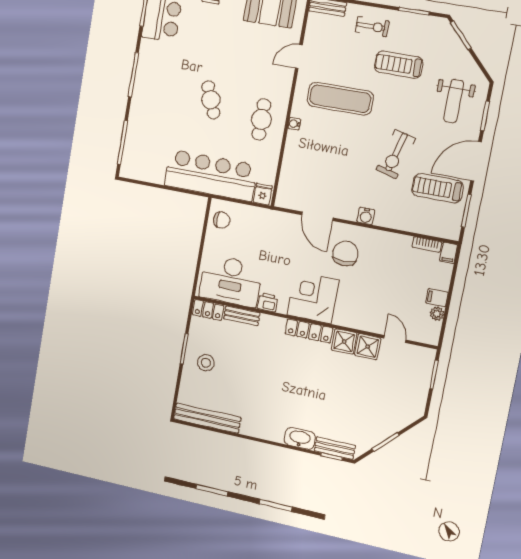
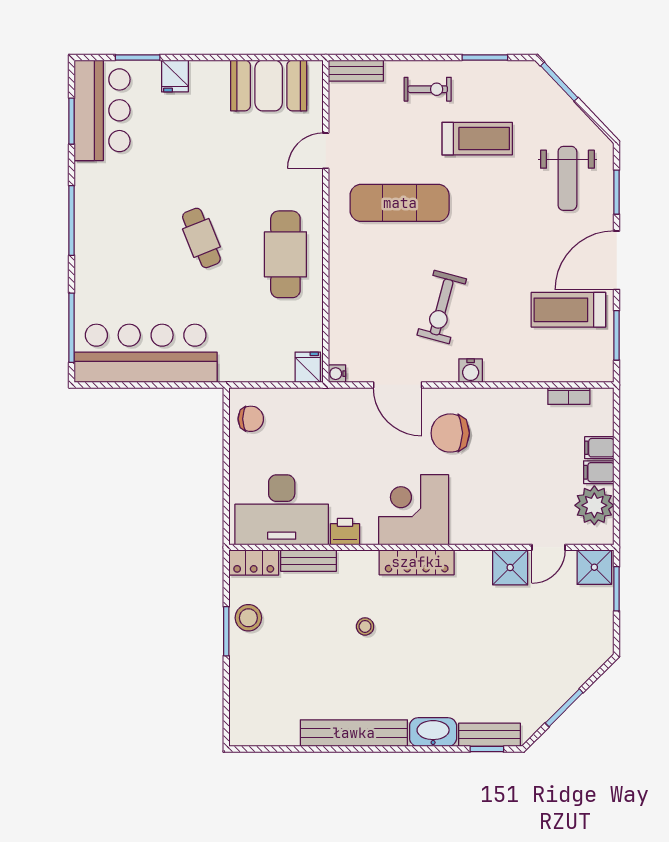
treadmill: (399, 65) -> (477, 139), turned 180
cafe table: (261, 119) -> (285, 254), width x1.37, depth x1.35
water cooler: (294, 124) -> (337, 374), moved
exercise bike: (396, 154) -> (442, 307), moved
bar counter: (211, 175) -> (146, 353), moved
chair: (345, 253) -> (450, 433), turned -90
filing cabinet: (449, 253) -> (599, 448), moved, turned 90
plant: (437, 314) -> (594, 505), width x1.88, depth x1.88
door: (395, 339) -> (549, 547), swing flipped
shower: (344, 342) -> (594, 567), moved
stool: (206, 363) -> (248, 618), moved
stool: (269, 364) -> (365, 626), added
bench: (207, 418) -> (354, 733), moved

